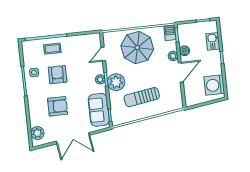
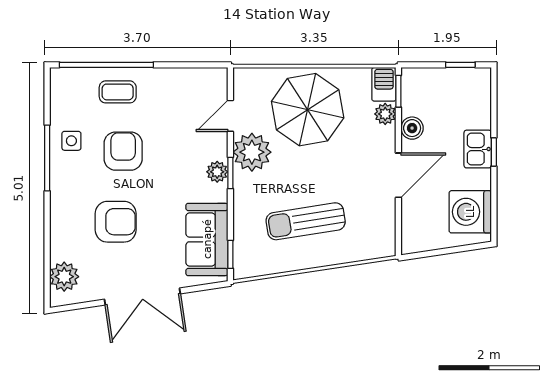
kitchen sink: (213, 41) -> (478, 149), moved
plant: (173, 56) -> (385, 114), moved
plant: (116, 82) -> (252, 152), moved

